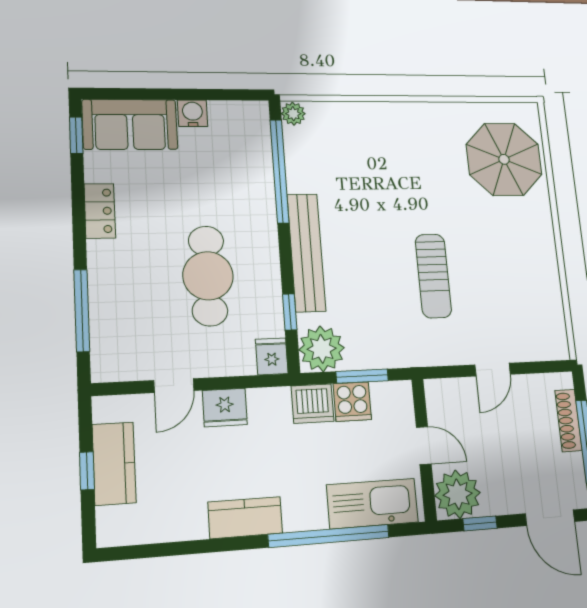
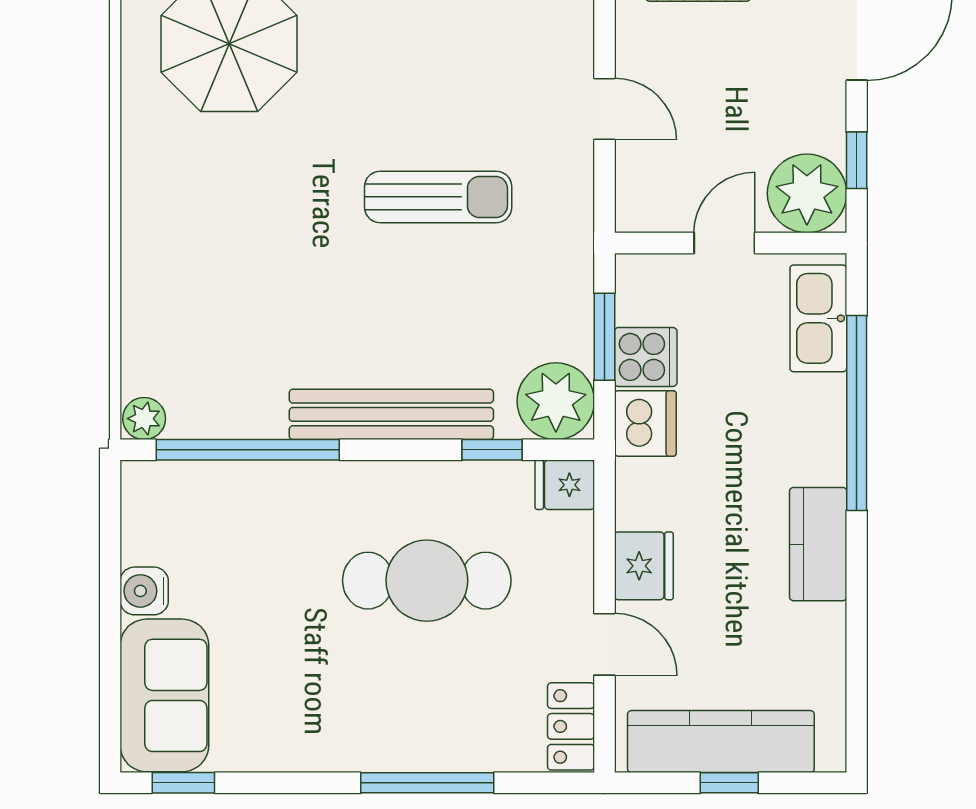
locker: (100, 211) -> (571, 726), moved, turned -90
window: (82, 310) -> (427, 783), moved
kitchen counter: (114, 464) -> (721, 742), width x1.50
kitchen sink: (372, 504) -> (818, 318), width x0.73, depth x0.81

